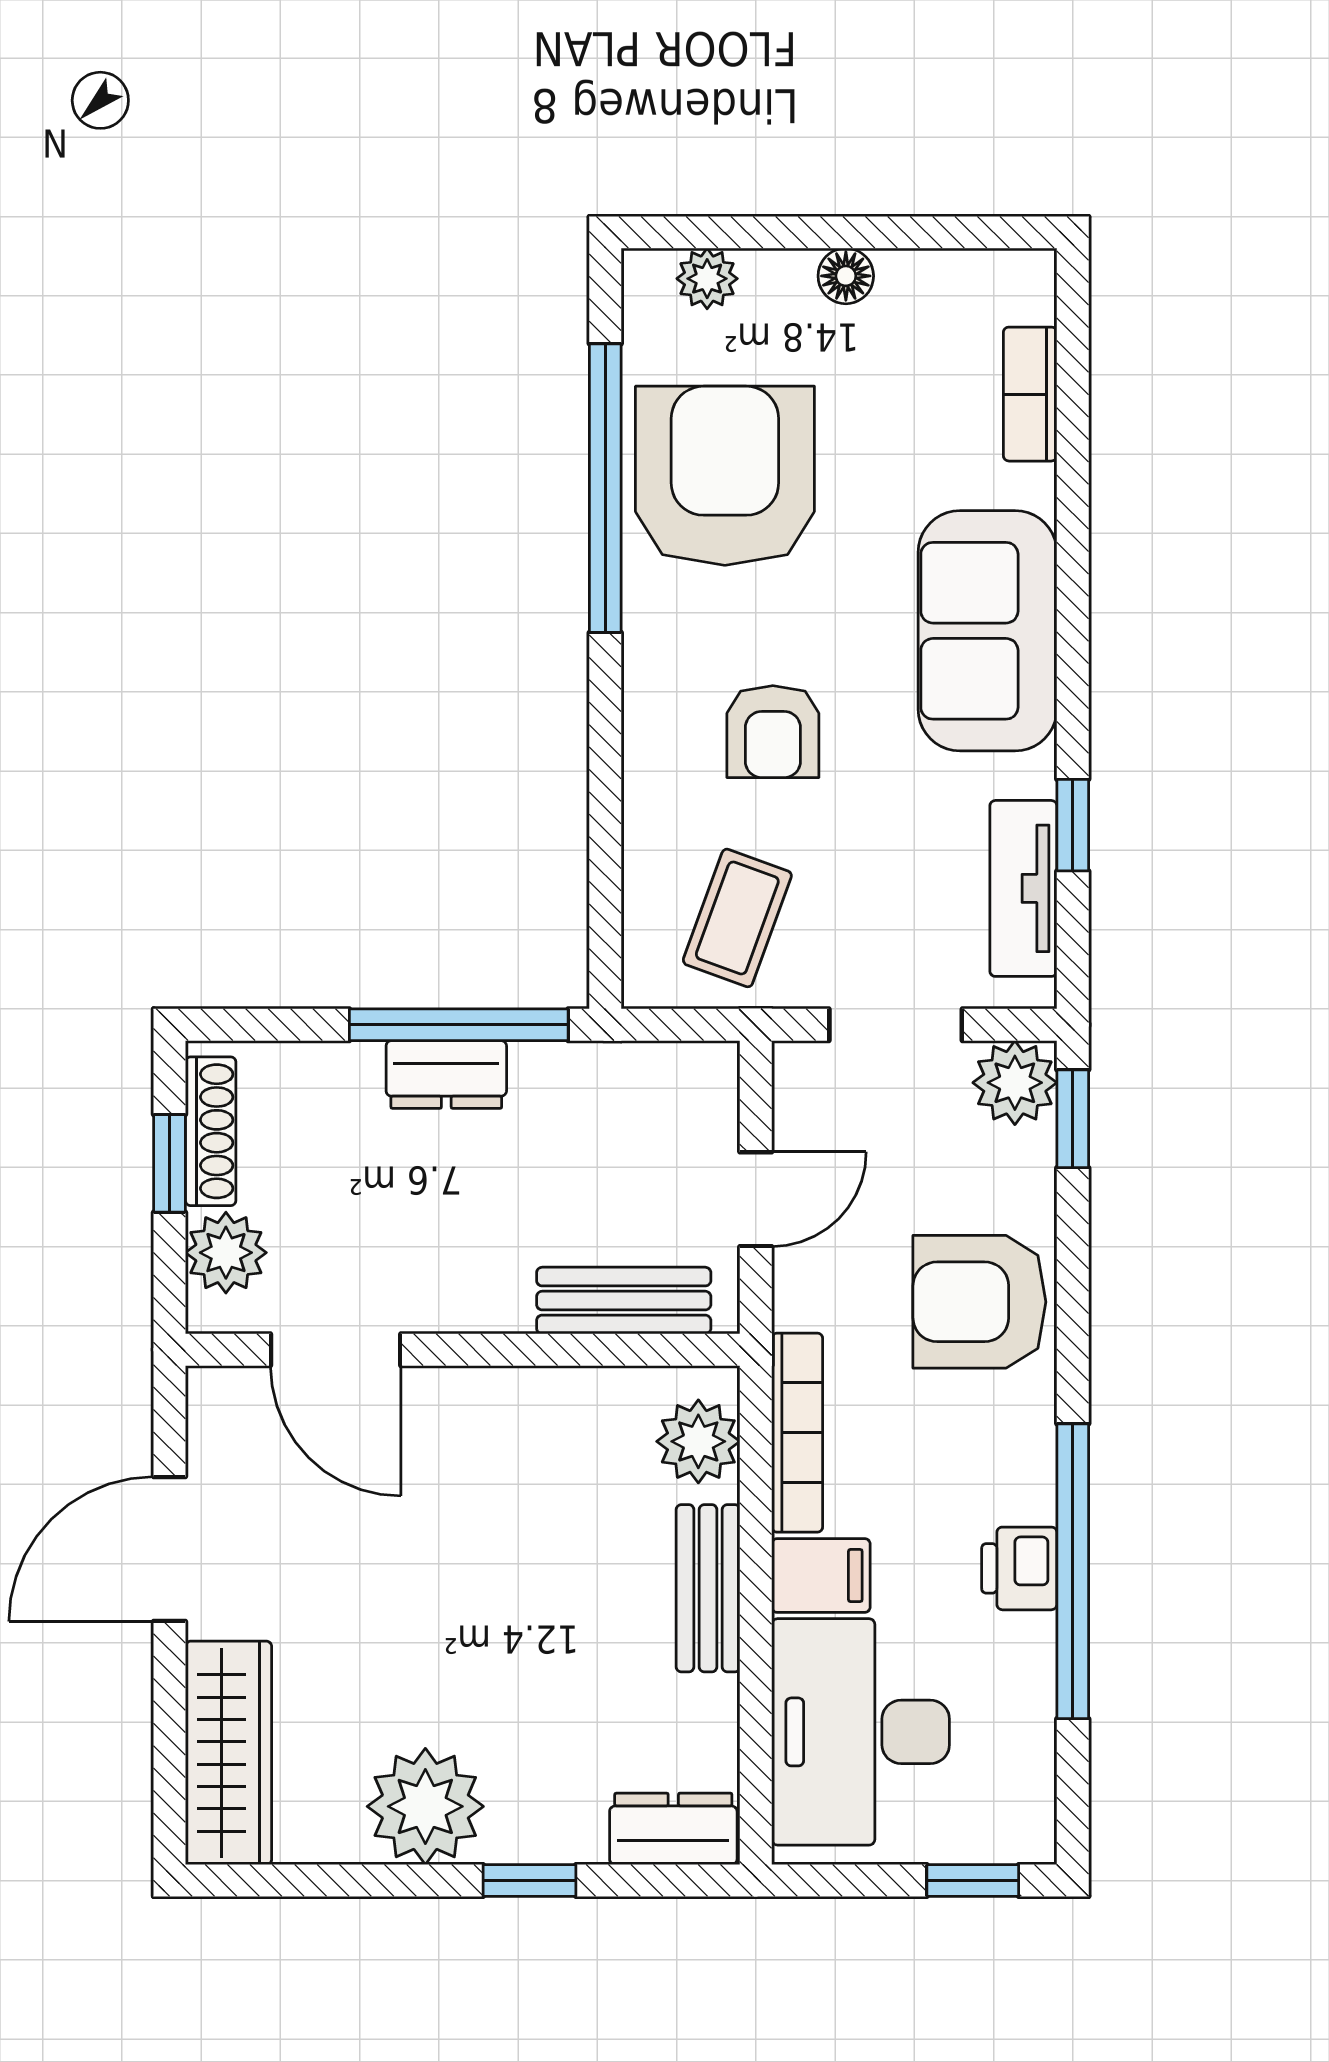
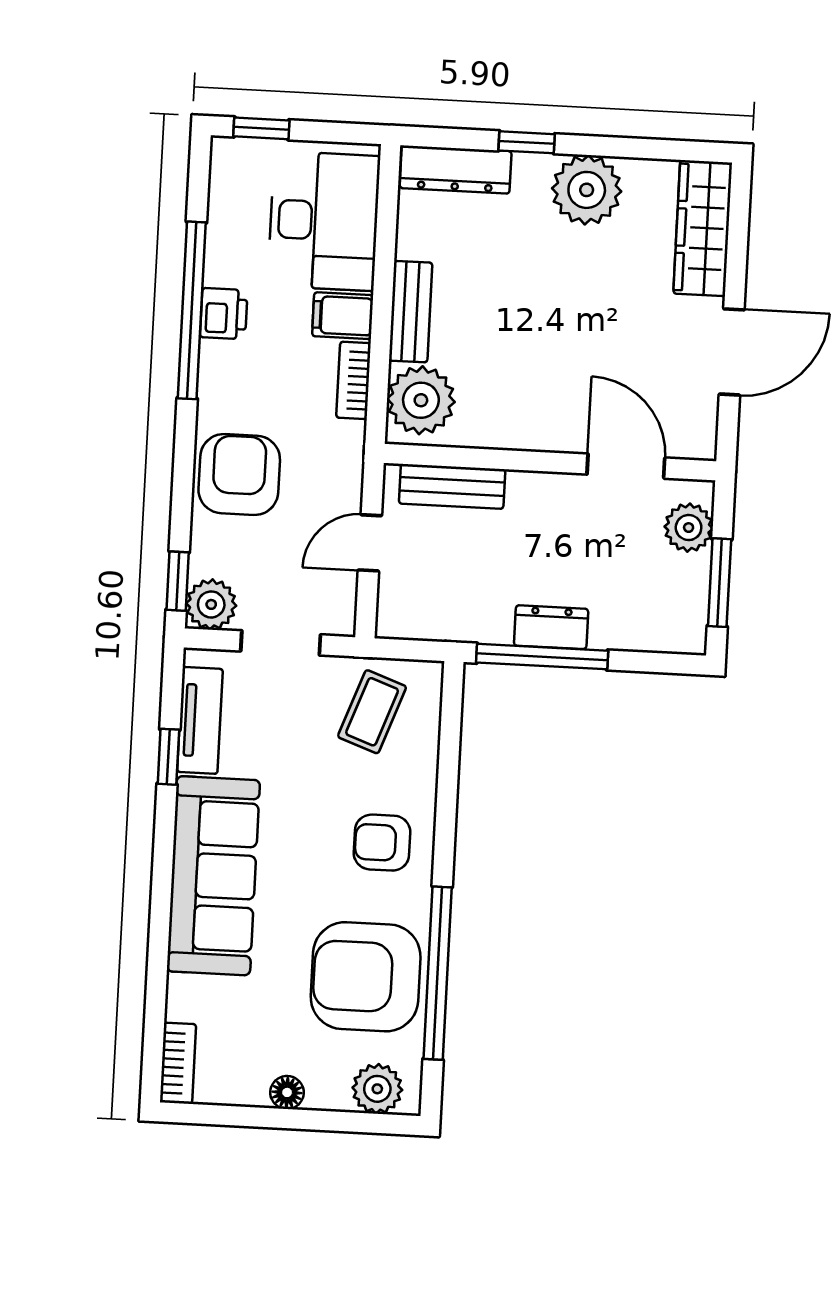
plant: (707, 279) -> (377, 1089), width x1.38, depth x1.38
bookcase: (1030, 394) -> (178, 1063), moved
armchair: (725, 476) -> (366, 977), turned 90
sofa: (988, 631) -> (213, 876), width x1.36
armchair: (773, 732) -> (382, 843), moved, turned -90
shoe rack: (211, 1131) -> (694, 601), removed
window: (169, 1163) -> (720, 583), width x1.50
armchair: (979, 1302) -> (239, 474), turned -90
bookcase: (797, 1433) -> (354, 380), width x0.64
plant: (698, 1441) -> (421, 400), width x1.36, depth x1.36
dresser: (673, 1829) -> (456, 170), width x1.44

